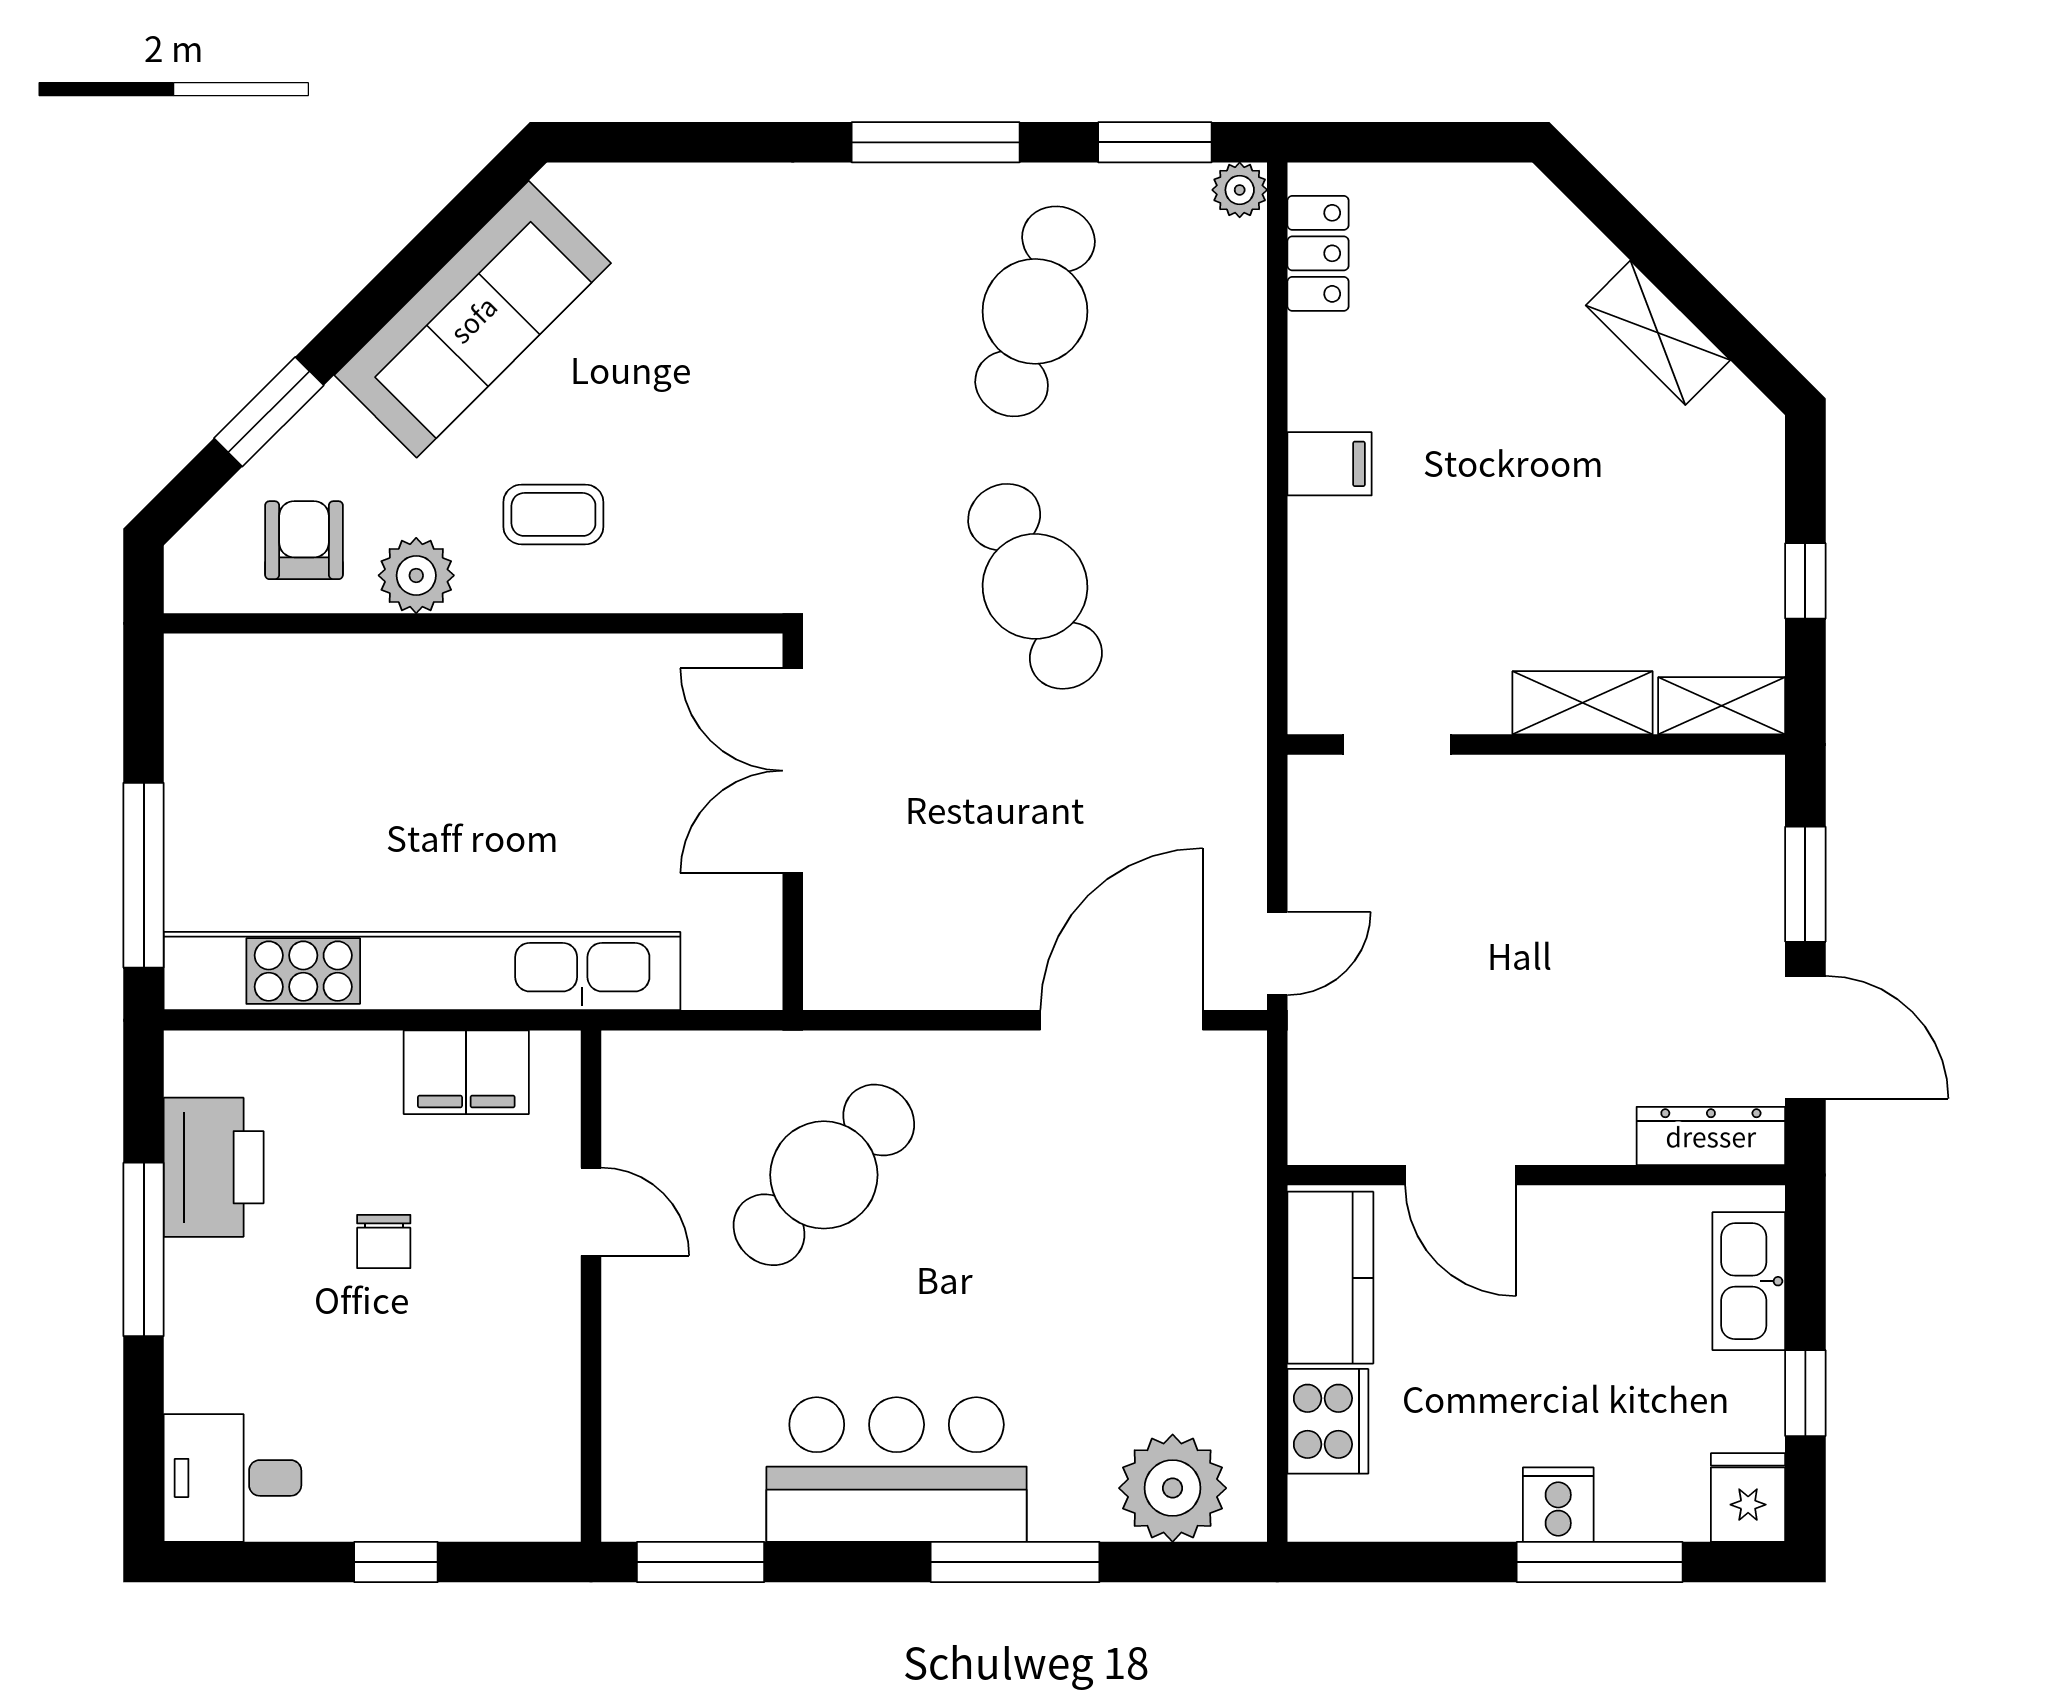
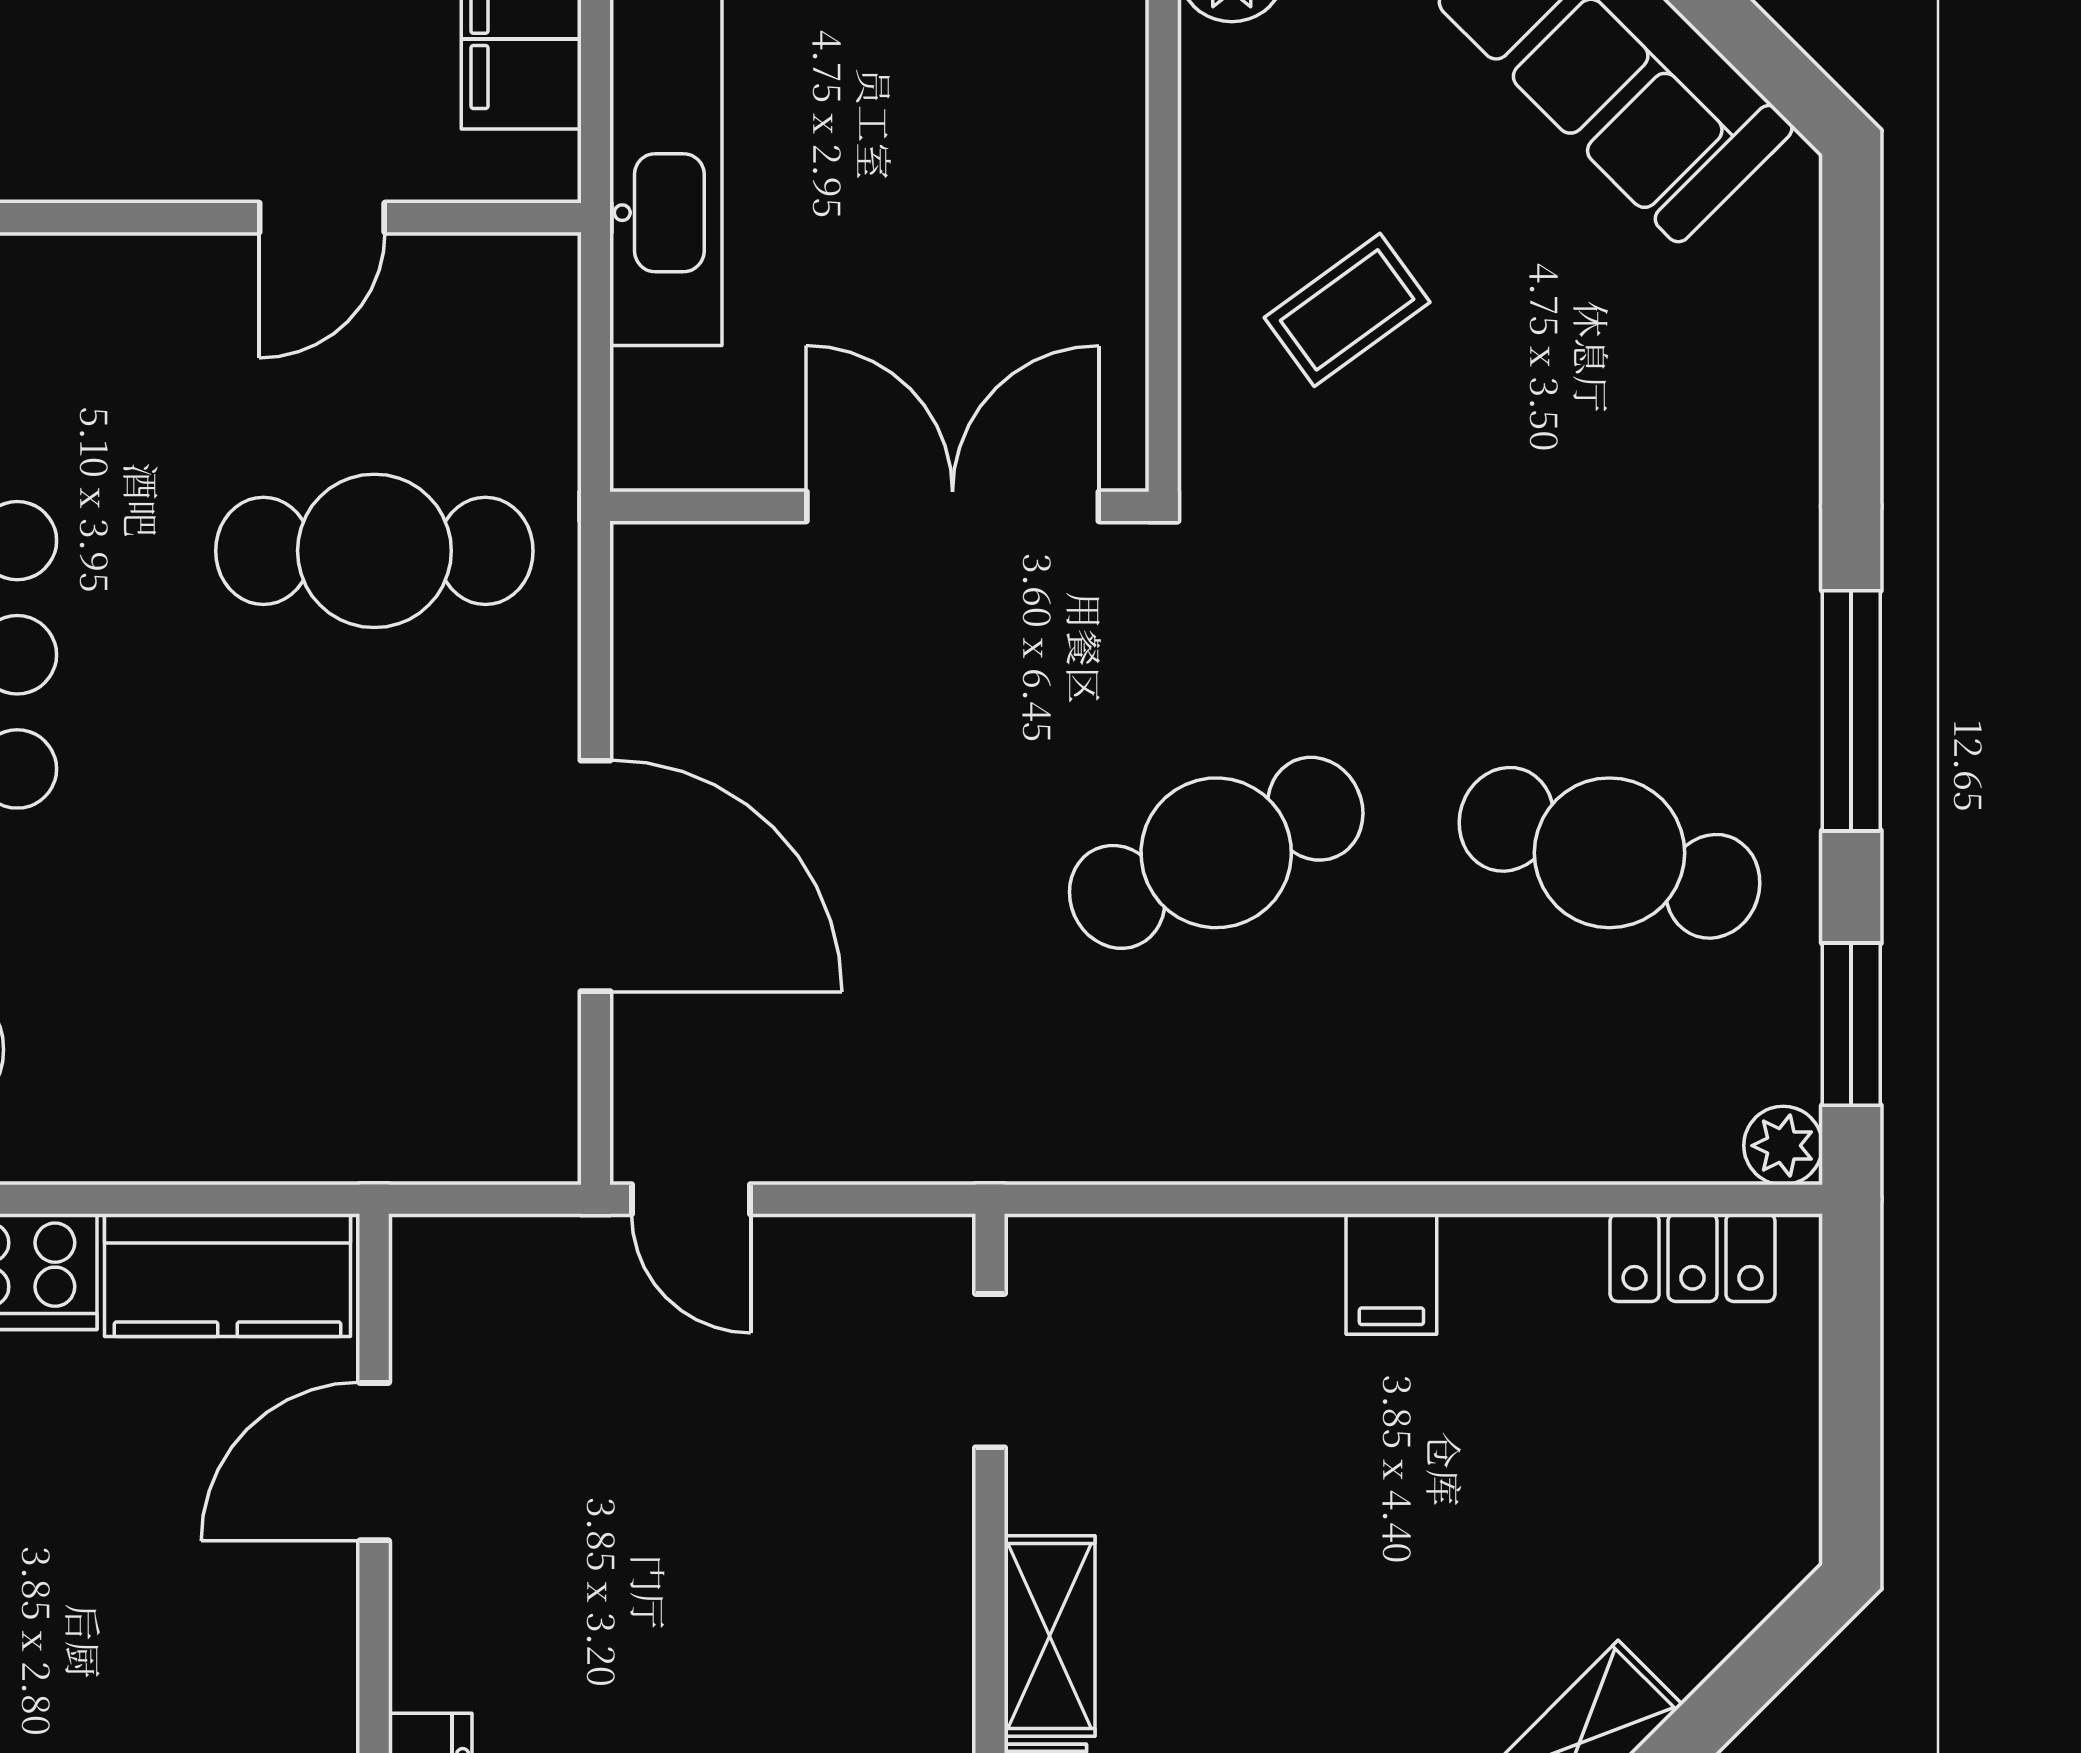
coffee table: (553, 514) -> (1347, 310), moved, turned 54
door: (1121, 1020) -> (595, 876), moved
cafe table: (824, 1175) -> (374, 551), turned -45

